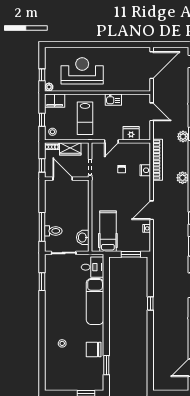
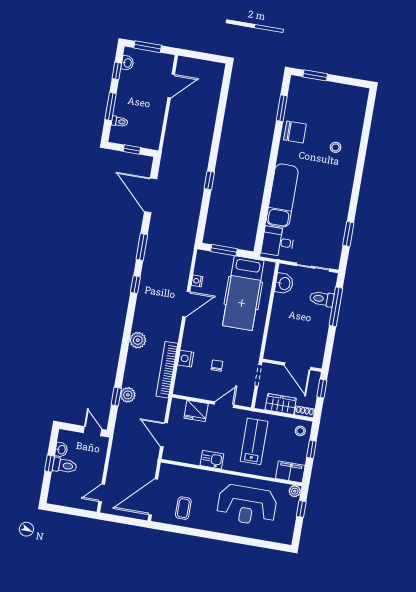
coffee table: (128, 61) -> (183, 508), added
hospital bed: (108, 231) -> (243, 293), width x1.37, depth x1.29

